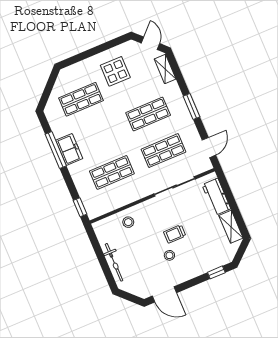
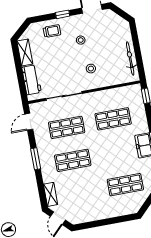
display table: (115, 71) -> (92, 201), removed
stool: (128, 222) -> (91, 69), moved
trolley: (175, 234) -> (52, 31), moved
bicycle: (114, 262) -> (130, 58), moved
window: (216, 272) -> (63, 14), moved

